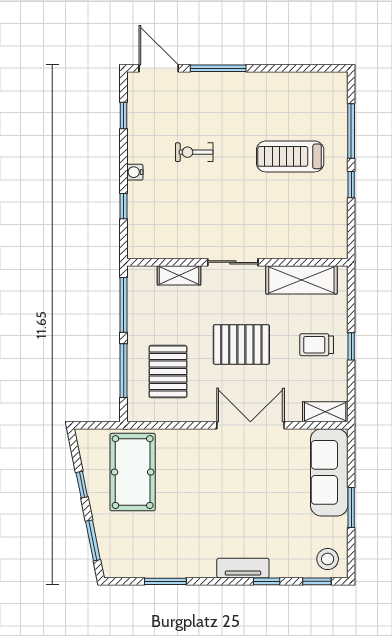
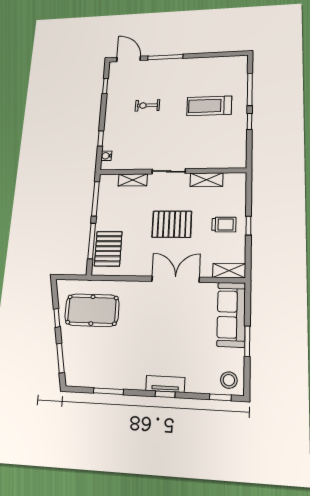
water cooler: (135, 172) -> (106, 156), moved
shelving: (301, 280) -> (206, 180), width x0.67, depth x0.75
trolley: (317, 345) -> (224, 224), turned 180
pallet: (168, 372) -> (108, 249), moved
pool table: (133, 472) -> (92, 310), turned 90
window: (267, 581) -> (165, 394), moved

